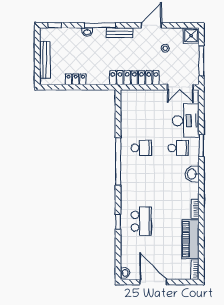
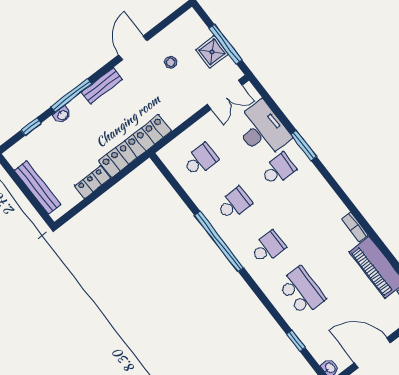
window: (55, 25) -> (31, 127), moved
shower: (191, 36) -> (212, 52), moved
locker: (134, 78) -> (135, 146), moved
school desk: (141, 111) -> (200, 160), added
washbasin: (192, 174) -> (319, 188), removed
school desk: (141, 185) -> (268, 247), added
window: (118, 222) -> (296, 341), moved

